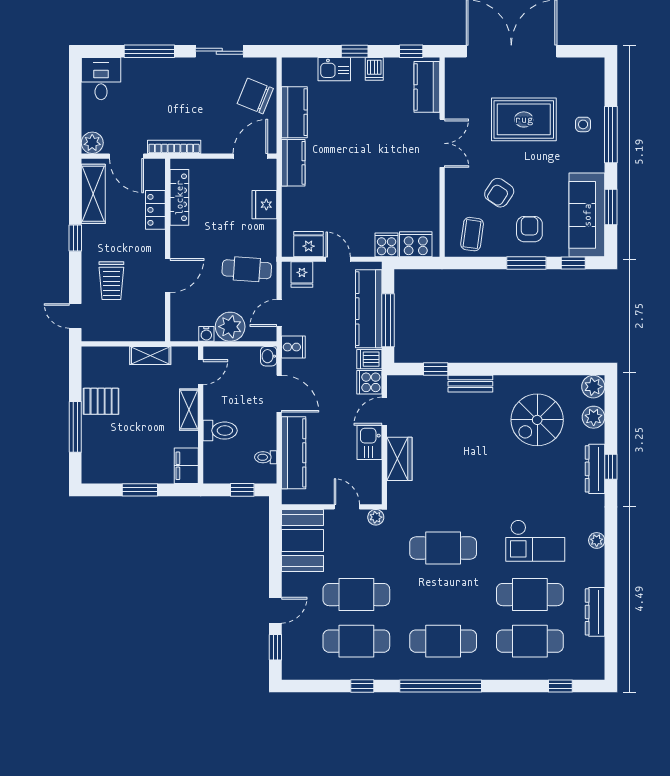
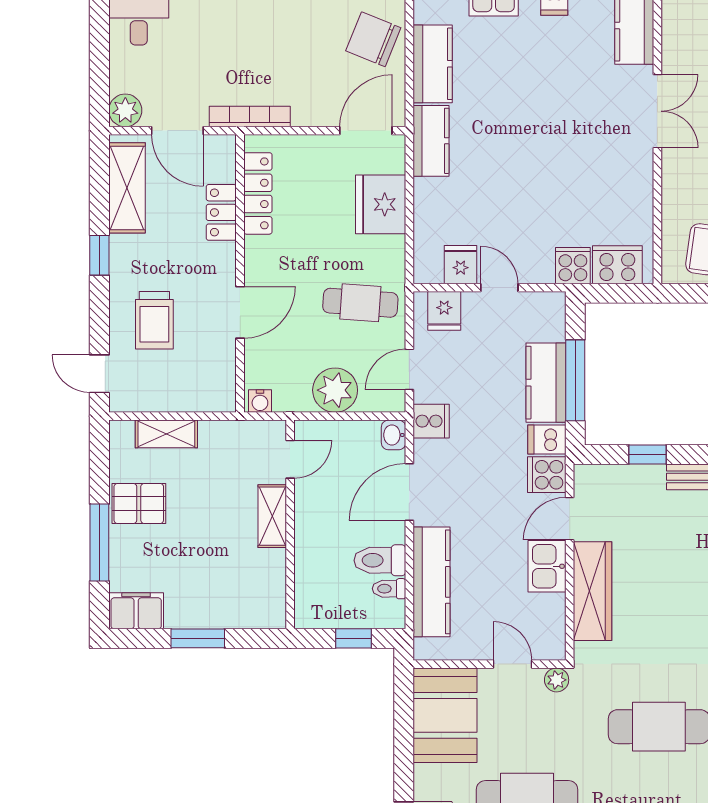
fridge: (264, 205) -> (381, 204), width x1.36, depth x1.34
fridge: (309, 244) -> (461, 265), width x0.72
kitchen counter: (369, 309) -> (546, 383), width x0.67
water cooler: (206, 334) -> (260, 401), moved
shelving: (150, 356) -> (166, 434), moved
door: (279, 394) -> (409, 492), swing flipped
toilet: (220, 431) -> (380, 560), moved, turned 180
wardrobe: (399, 459) -> (592, 591), width x1.50
filing cabinet: (186, 466) -> (136, 611), moved, turned 90

